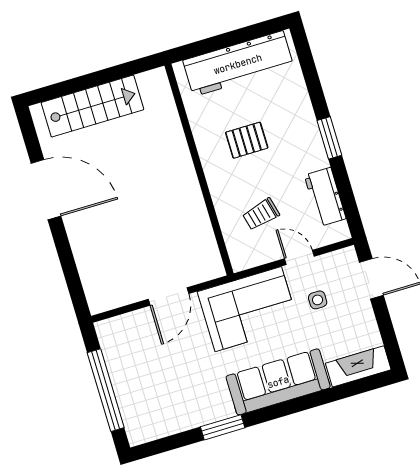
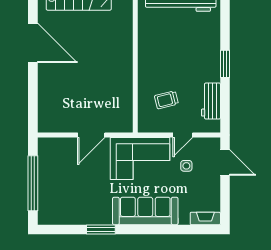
pallet: (247, 140) -> (171, 50), removed
door: (299, 257) -> (183, 135), swing flipped
fireplace: (358, 366) -> (205, 218), width x0.73, depth x0.76

